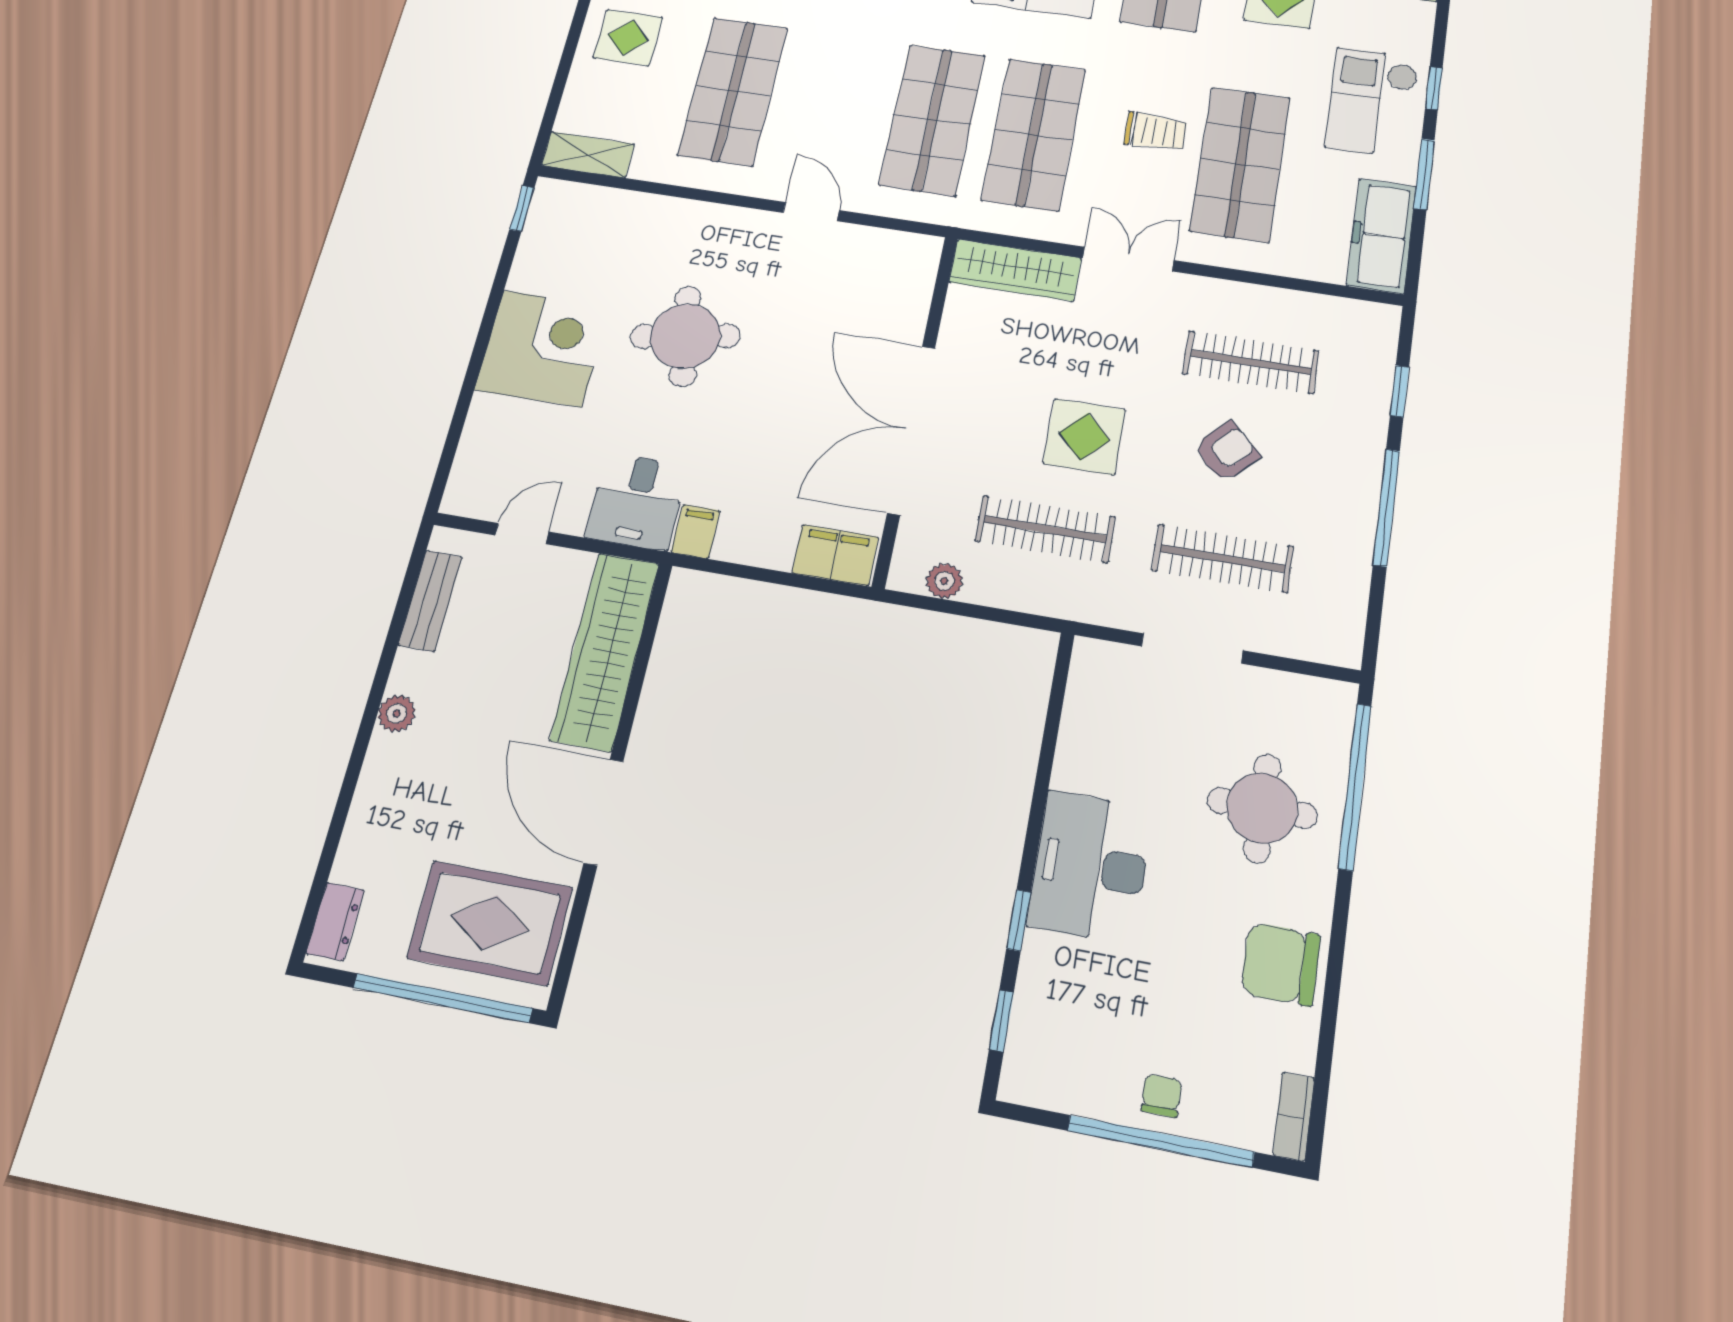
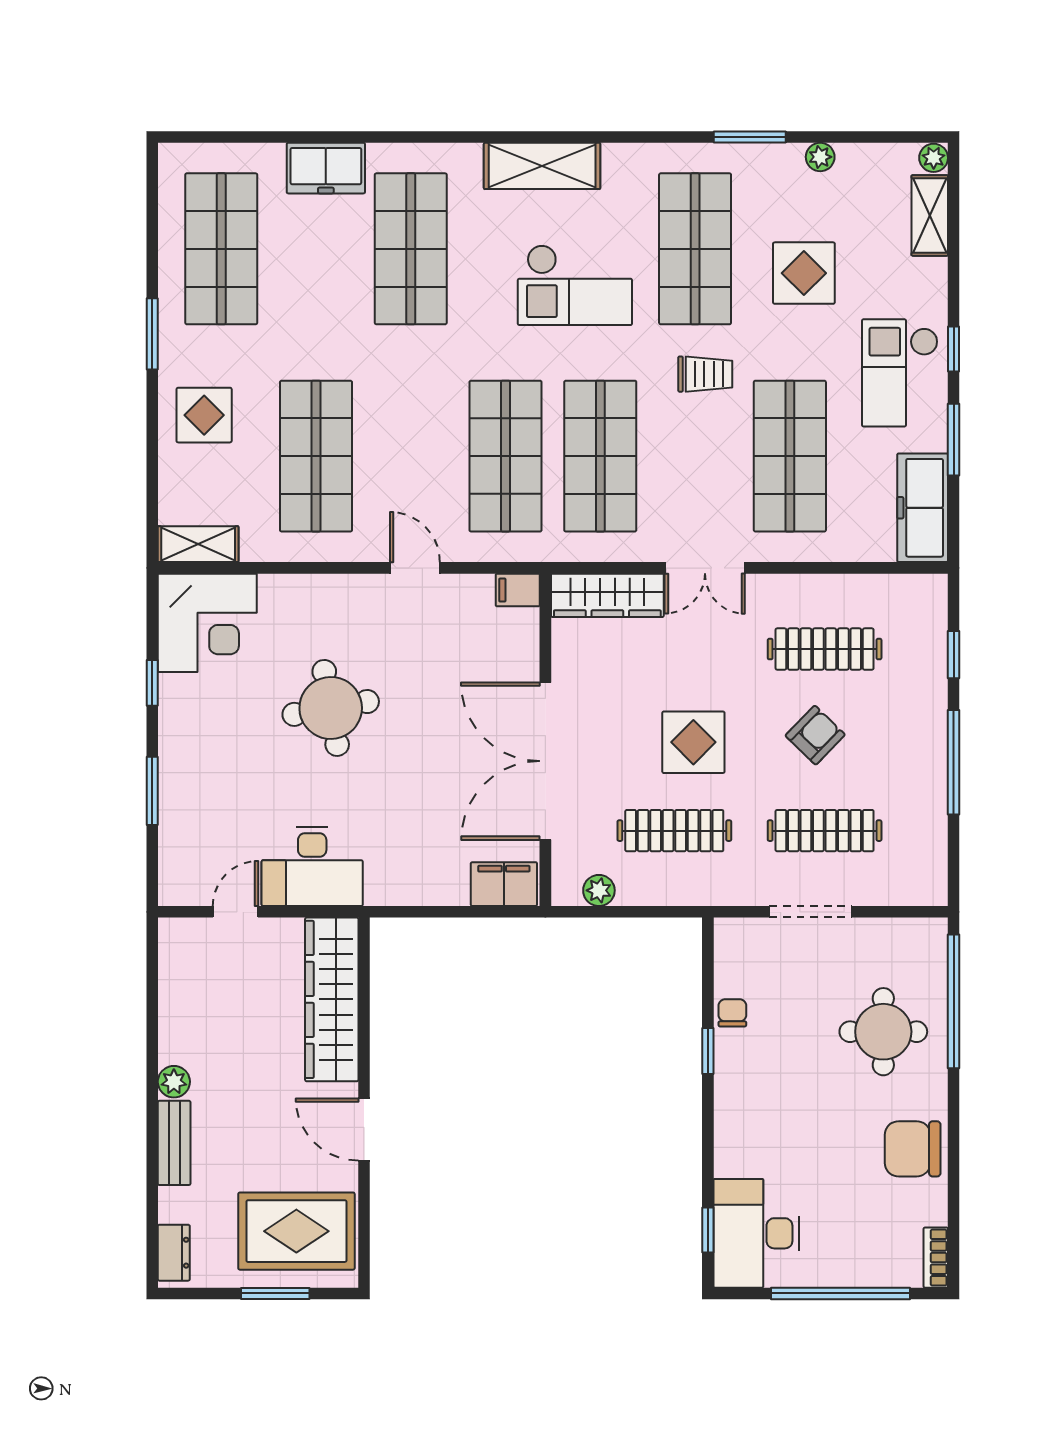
trolley: (1155, 132) -> (705, 374), moved
window: (522, 209) -> (152, 683), moved
double door: (1128, 259) -> (705, 568), swing flipped
corner desk: (542, 348) -> (207, 623), moved, turned 90
window: (468, 390) -> (152, 791), added
desk: (637, 501) -> (312, 866), width x1.37
filing cabinet: (696, 531) -> (518, 590), moved, turned -90
bench: (430, 601) -> (174, 1143), moved
door: (604, 812) -> (364, 1130), width x0.73
desk: (1090, 866) -> (756, 1233), moved
window: (1019, 920) -> (708, 1051), moved
window: (443, 998) -> (275, 1293), width x0.47
chair: (1161, 1096) -> (732, 1013), moved

